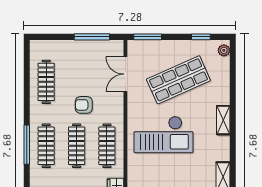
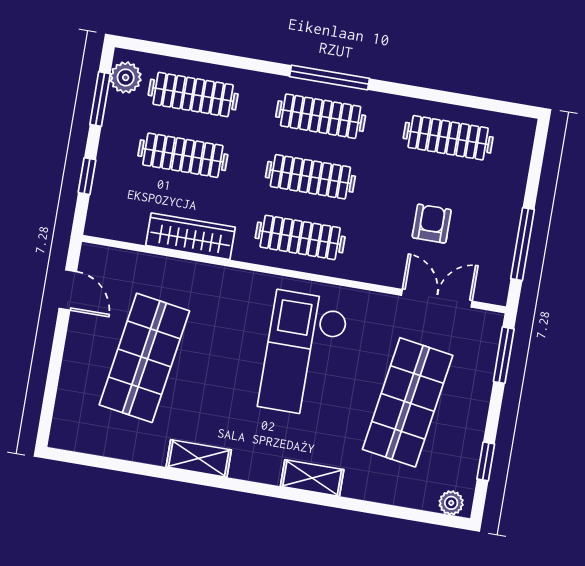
shop shelf: (178, 80) -> (408, 402), turned 33
armchair: (84, 105) -> (432, 224), moved

